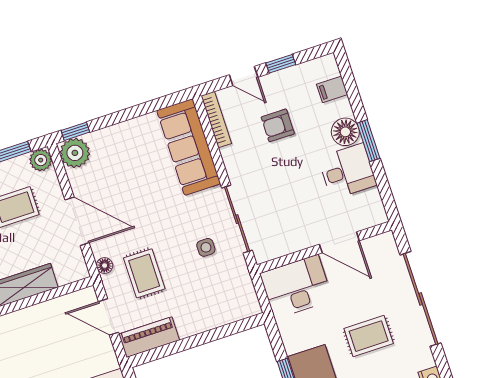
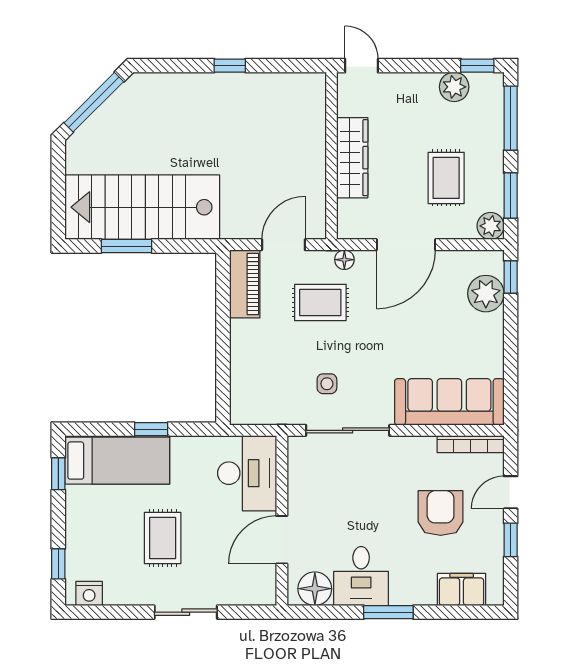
filing cabinet: (332, 89) -> (462, 589), width x2.00
armchair: (278, 125) -> (441, 513), width x1.38, depth x1.38
floor lamp: (345, 132) -> (315, 589), moved
plant: (75, 153) -> (486, 294), moved
sliding door: (421, 299) -> (186, 612), width x0.54

